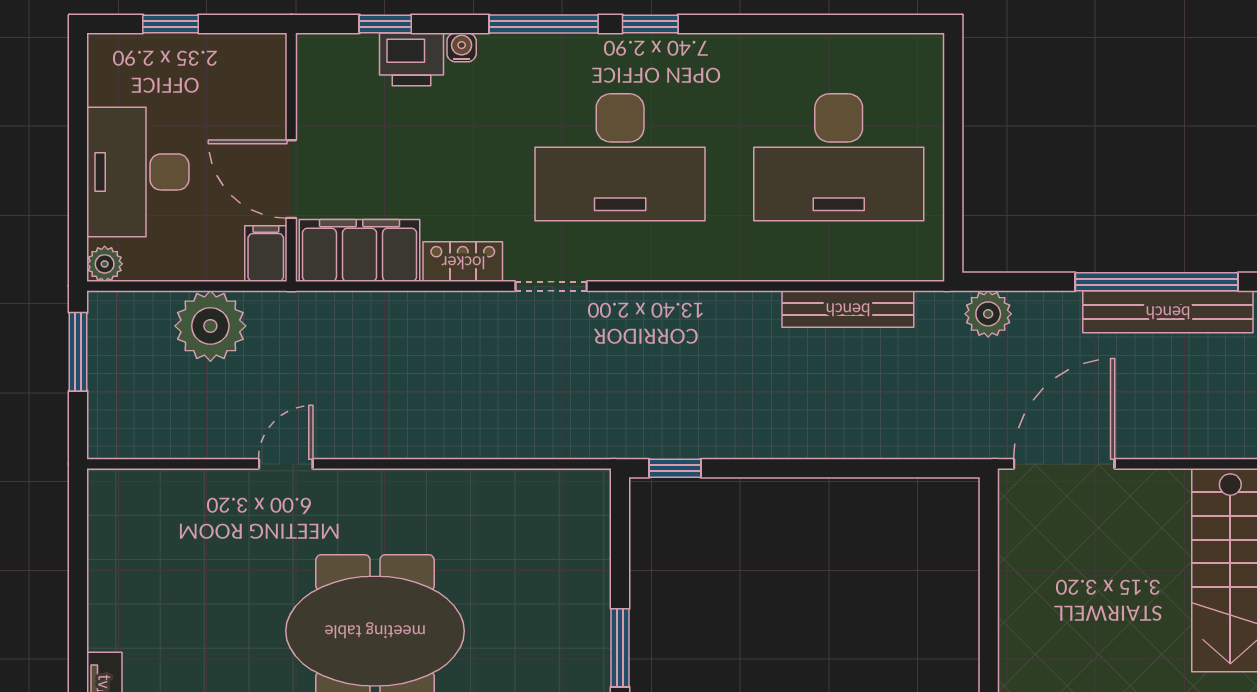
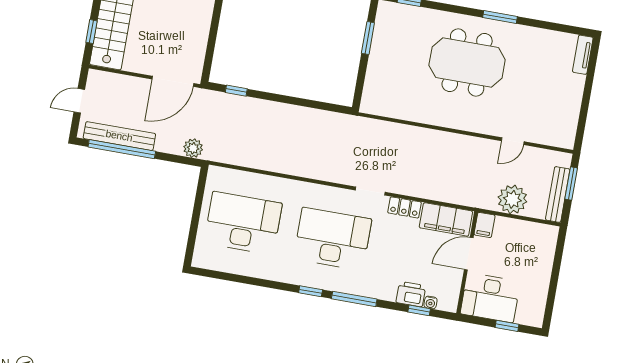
water cooler: (462, 47) -> (431, 303), moved
desk: (138, 172) -> (490, 298), moved, turned 90
door: (291, 179) -> (469, 254), swing flipped
plant: (105, 264) -> (551, 232), removed
bench: (848, 309) -> (558, 194), moved, turned 90
window: (78, 352) -> (571, 183), moved
door: (286, 464) -> (513, 141), moved
window: (675, 468) -> (236, 91), moved

